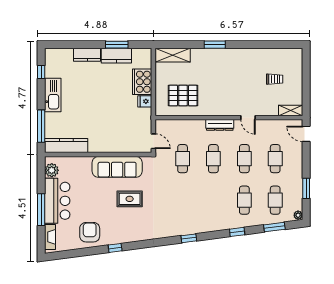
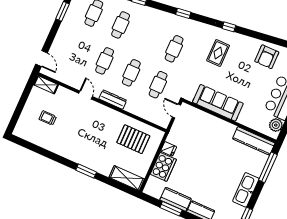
cafe table: (275, 159) -> (174, 49), moved
rug: (130, 199) -> (218, 53), moved, turned 90
window: (115, 248) -> (229, 27), moved

